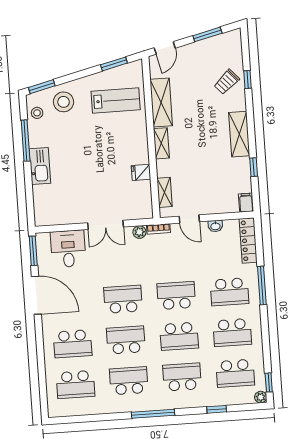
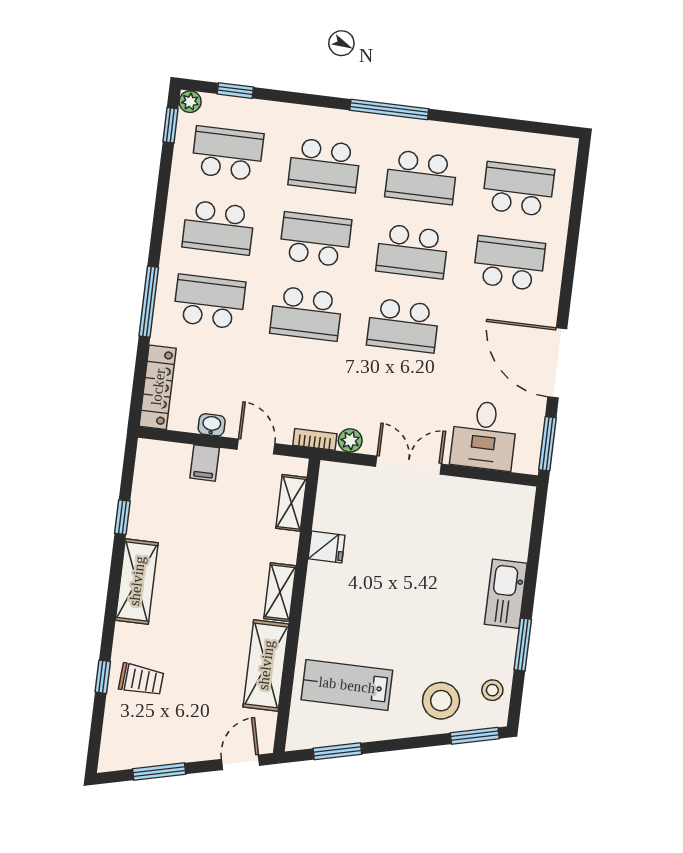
trolley: (227, 82) -> (141, 680), turned 46
window: (26, 141) -> (523, 644), width x0.69
filing cabinet: (246, 203) -> (205, 463), moved
school desk: (232, 333) -> (218, 228), turned 180
window: (217, 409) -> (235, 91), moved

